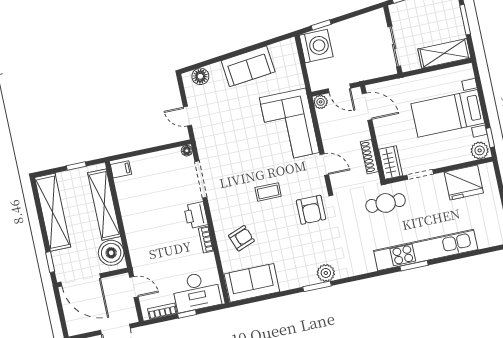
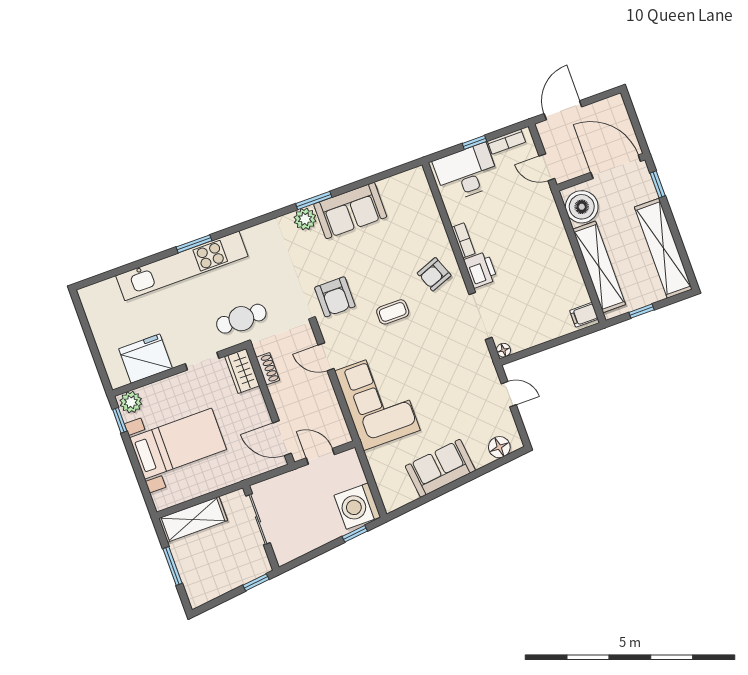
plant: (321, 102) -> (342, 436), removed
shoe rack: (369, 157) -> (268, 369), width x0.70
armchair: (311, 210) -> (335, 297), turned 180
armchair: (241, 238) -> (434, 274), moved
sofa: (252, 283) -> (350, 211), moved

